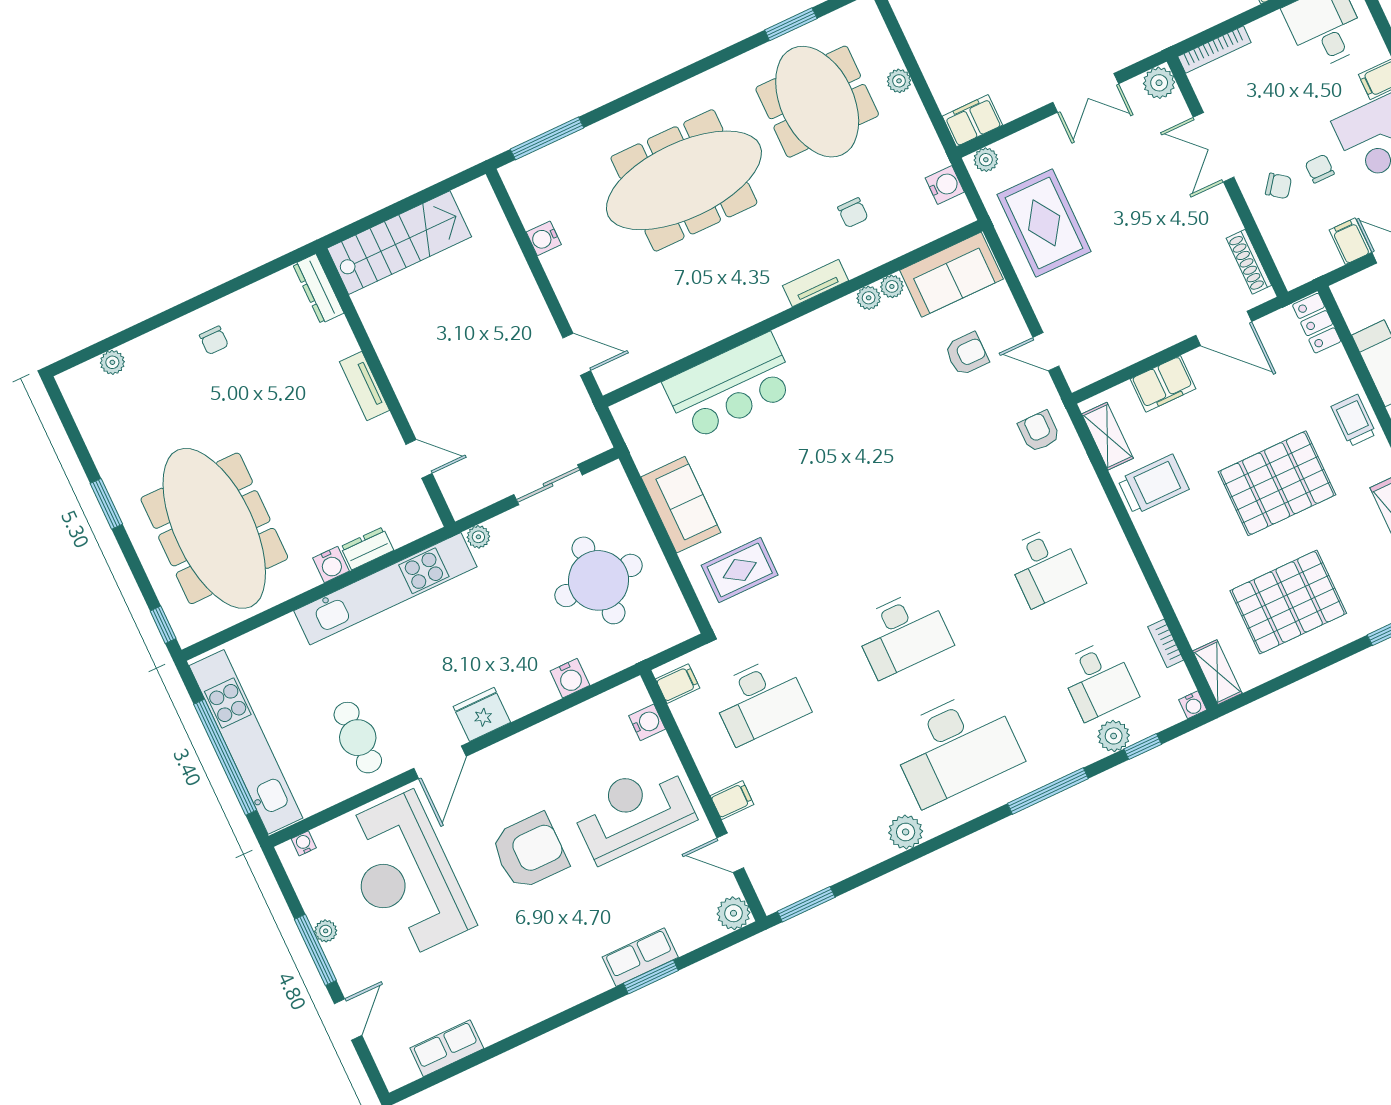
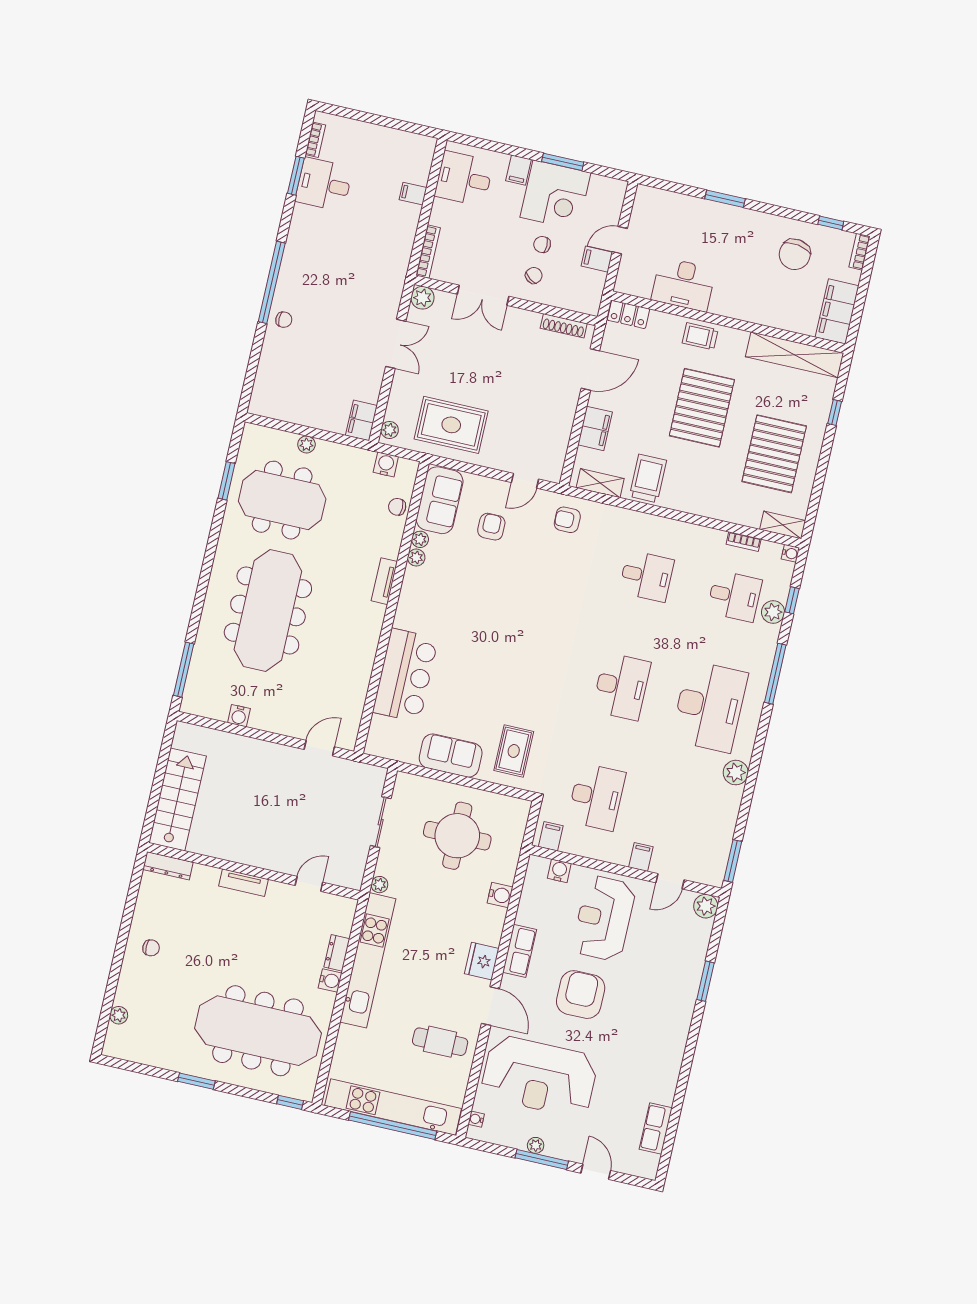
chair: (853, 213) -> (397, 507), moved, turned 180
row of seats: (640, 957) -> (519, 951), moved, turned 180

